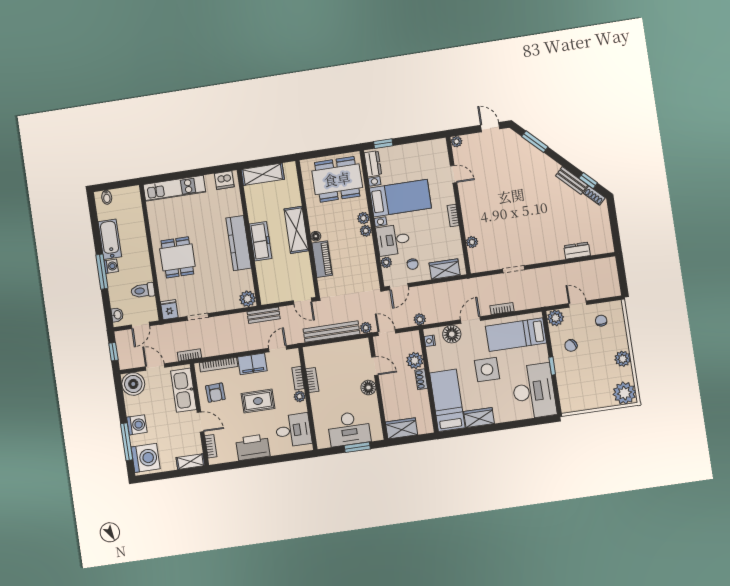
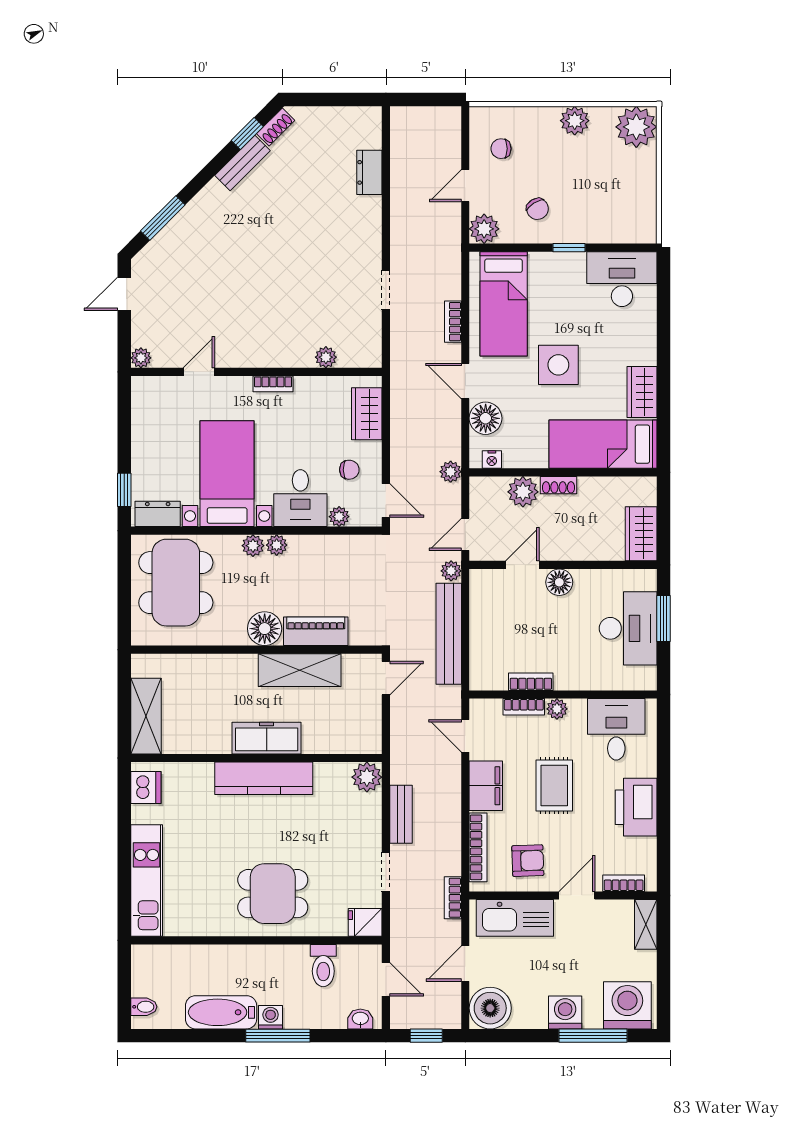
shelving: (296, 230) -> (300, 670), moved
floor lamp: (316, 236) -> (265, 629), width x1.89, depth x1.89
bench: (264, 315) -> (401, 814), moved
desk: (534, 391) -> (622, 279), width x0.73, depth x0.77

